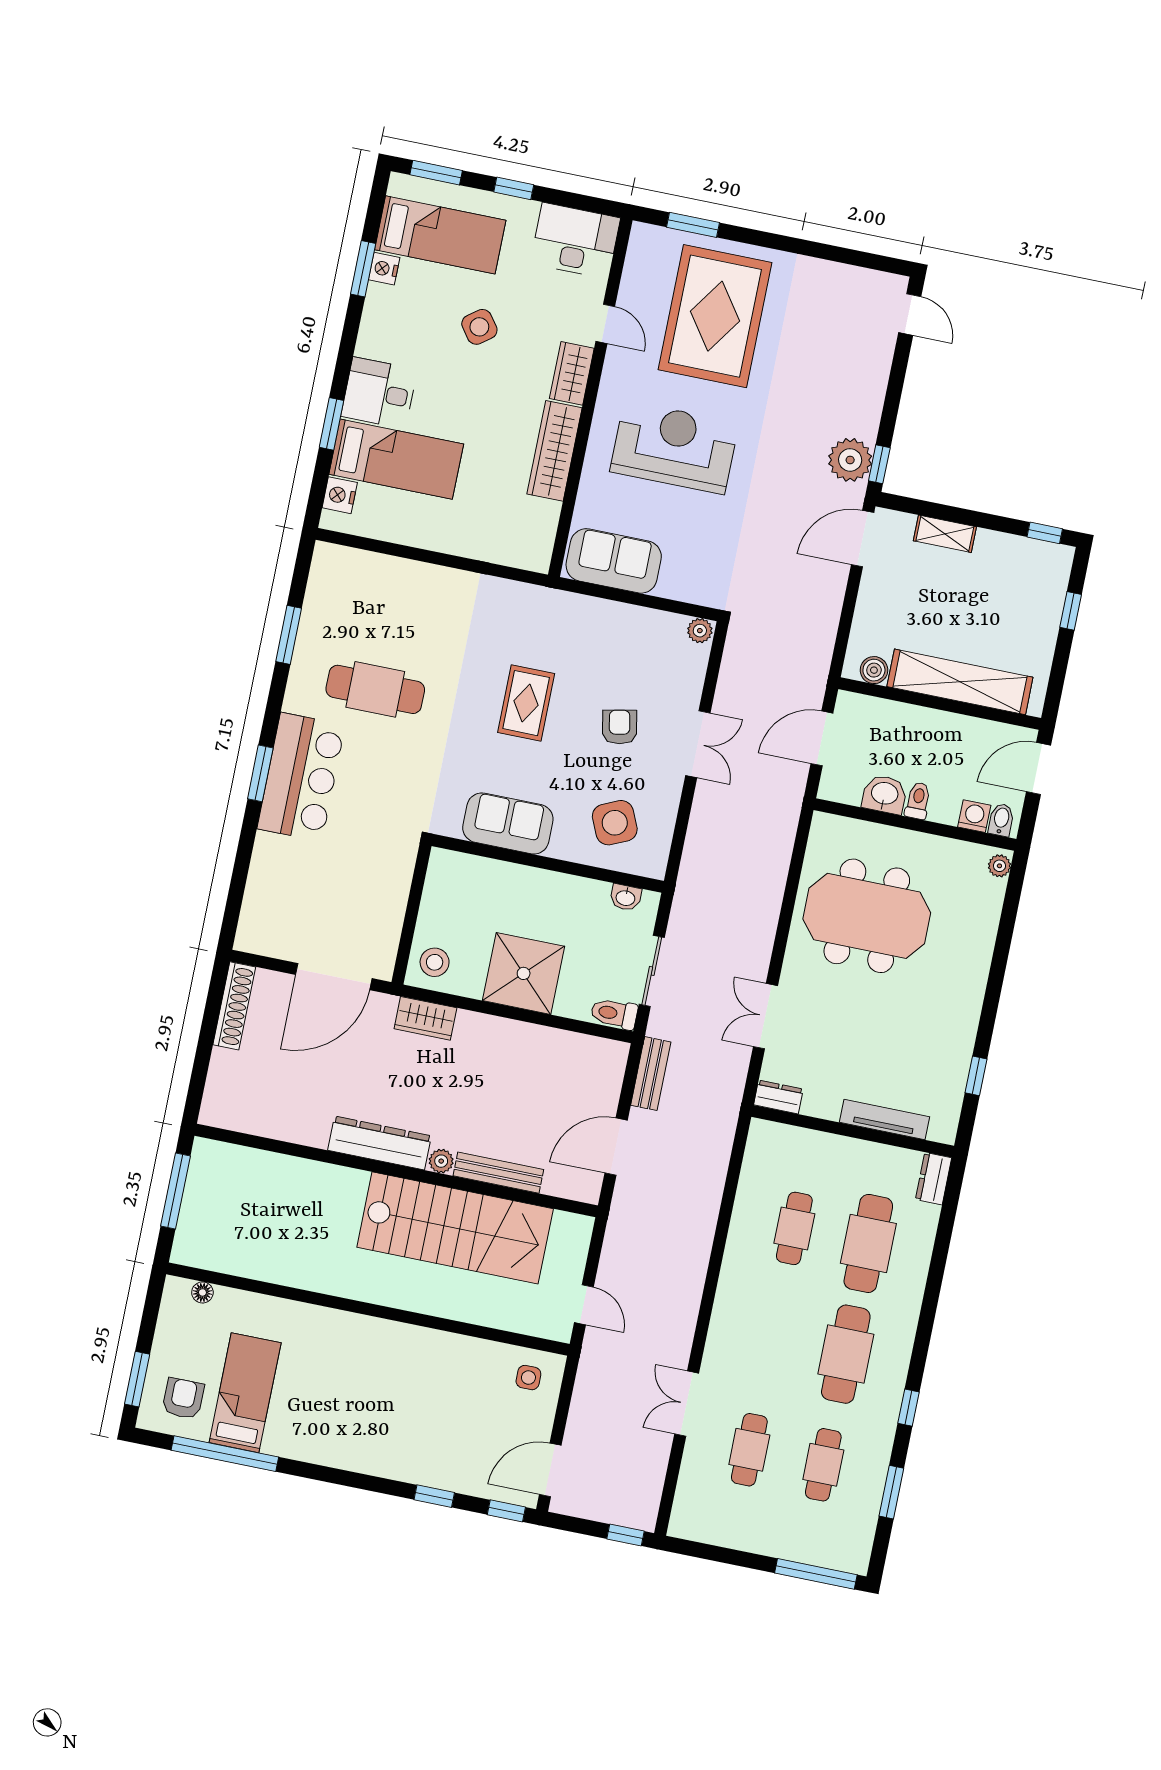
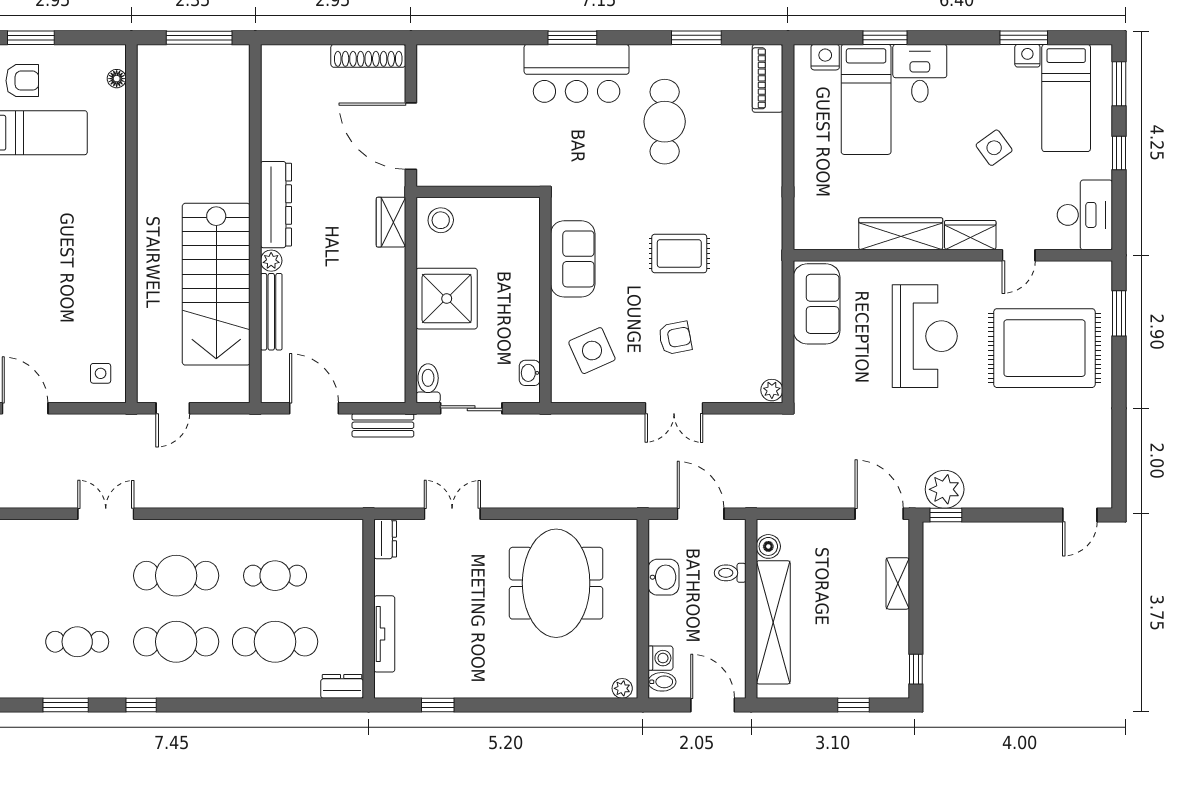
piano: (350, 565) -> (767, 78), added
toilet: (918, 801) -> (730, 573), moved, turned 180
cafe table: (749, 1450) -> (176, 576), moved, width x1.37, depth x1.35

